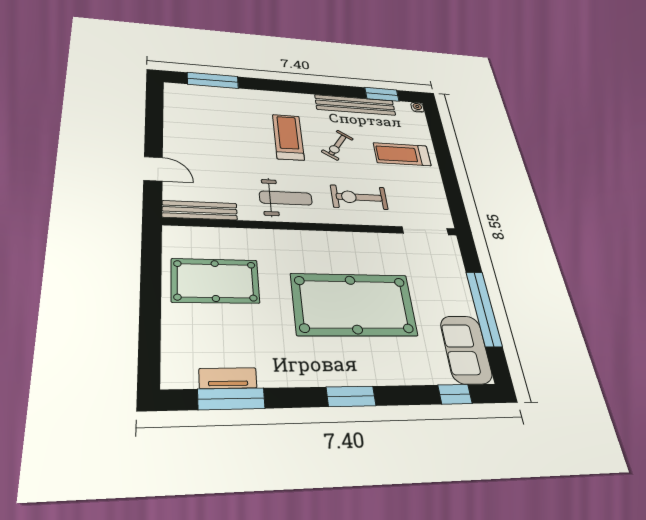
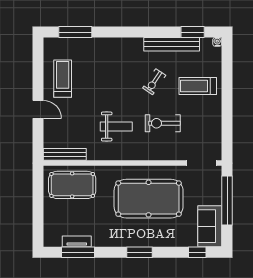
treadmill: (288, 137) -> (63, 79), moved
bench: (200, 210) -> (65, 154), moved
wall: (316, 227) -> (133, 163), moved
doorway: (425, 231) -> (202, 163), moved

